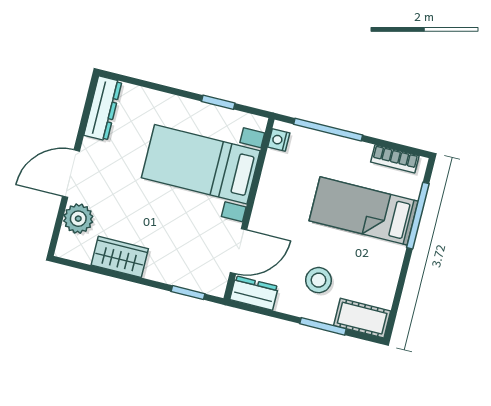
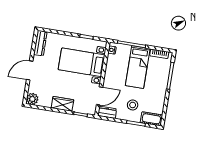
bed: (364, 211) -> (138, 67), moved, turned -90
plant: (78, 219) -> (32, 99), moved
wardrobe: (120, 257) -> (62, 104), moved

